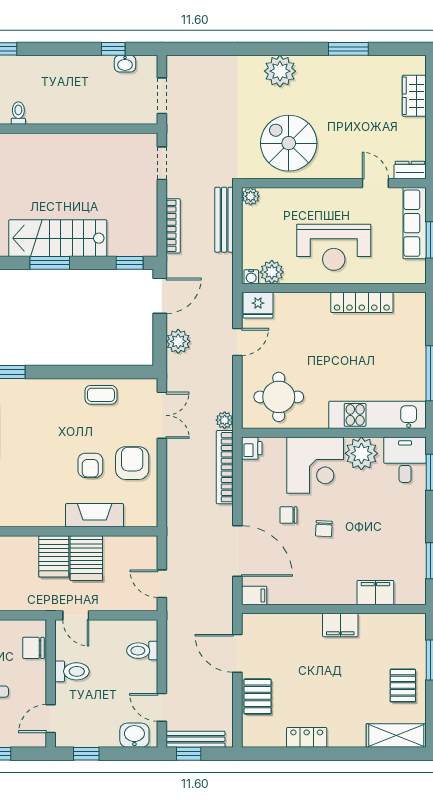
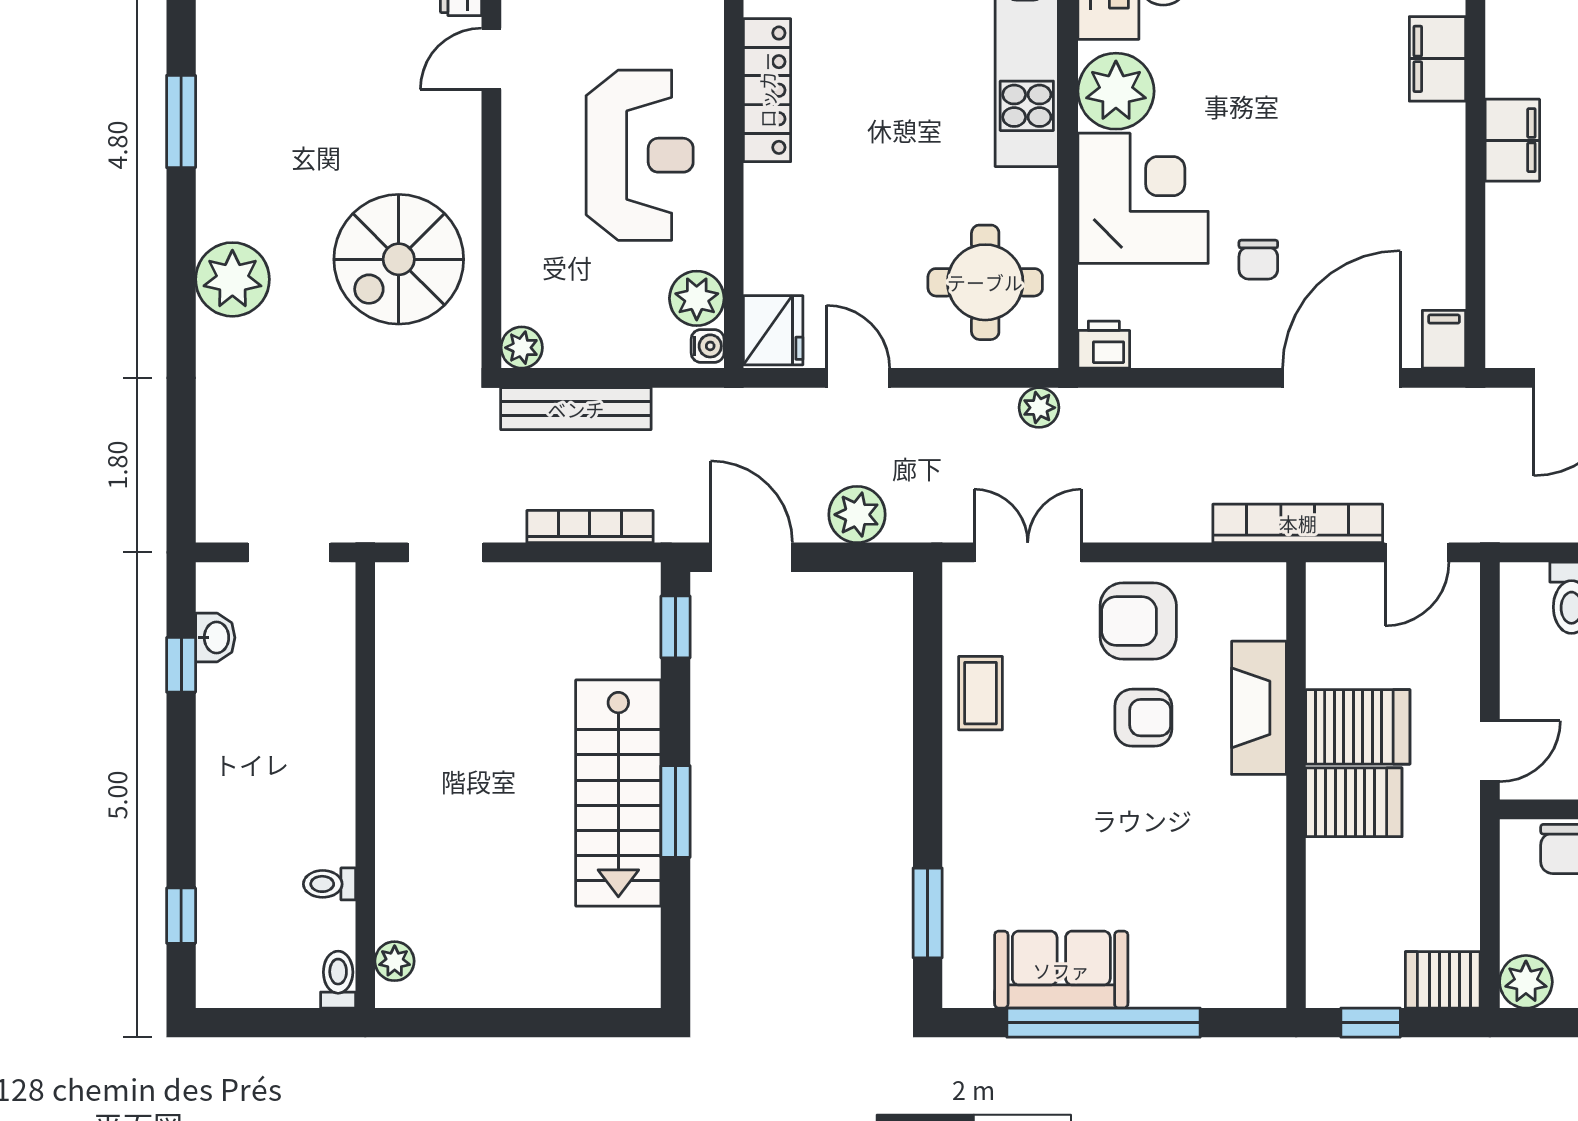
bookcase: (225, 467) -> (1298, 523), moved, turned 180
chair: (324, 529) -> (1290, 178), removed

